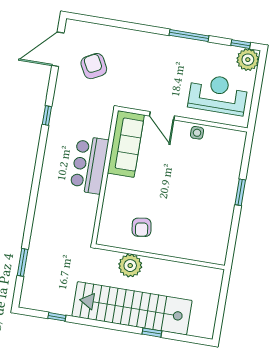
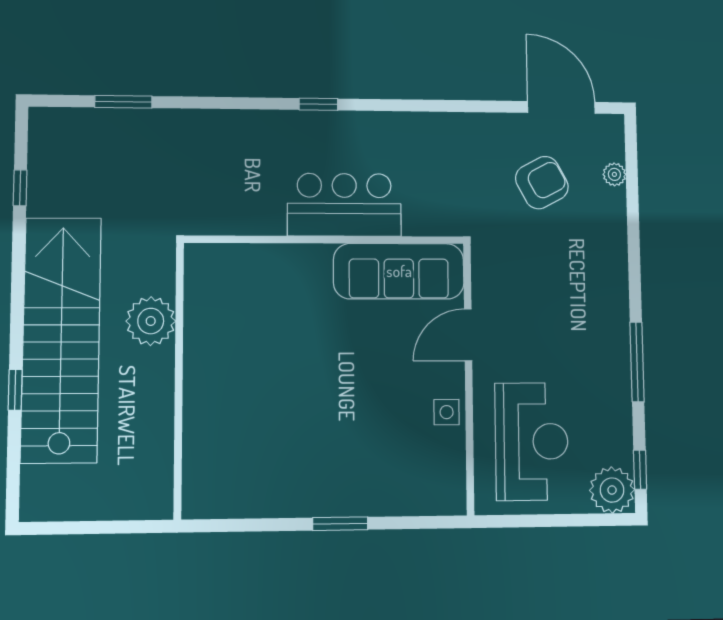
plant: (95, 29) -> (614, 174), added
window: (47, 115) -> (318, 104), moved
armchair: (142, 227) -> (234, 331), removed

